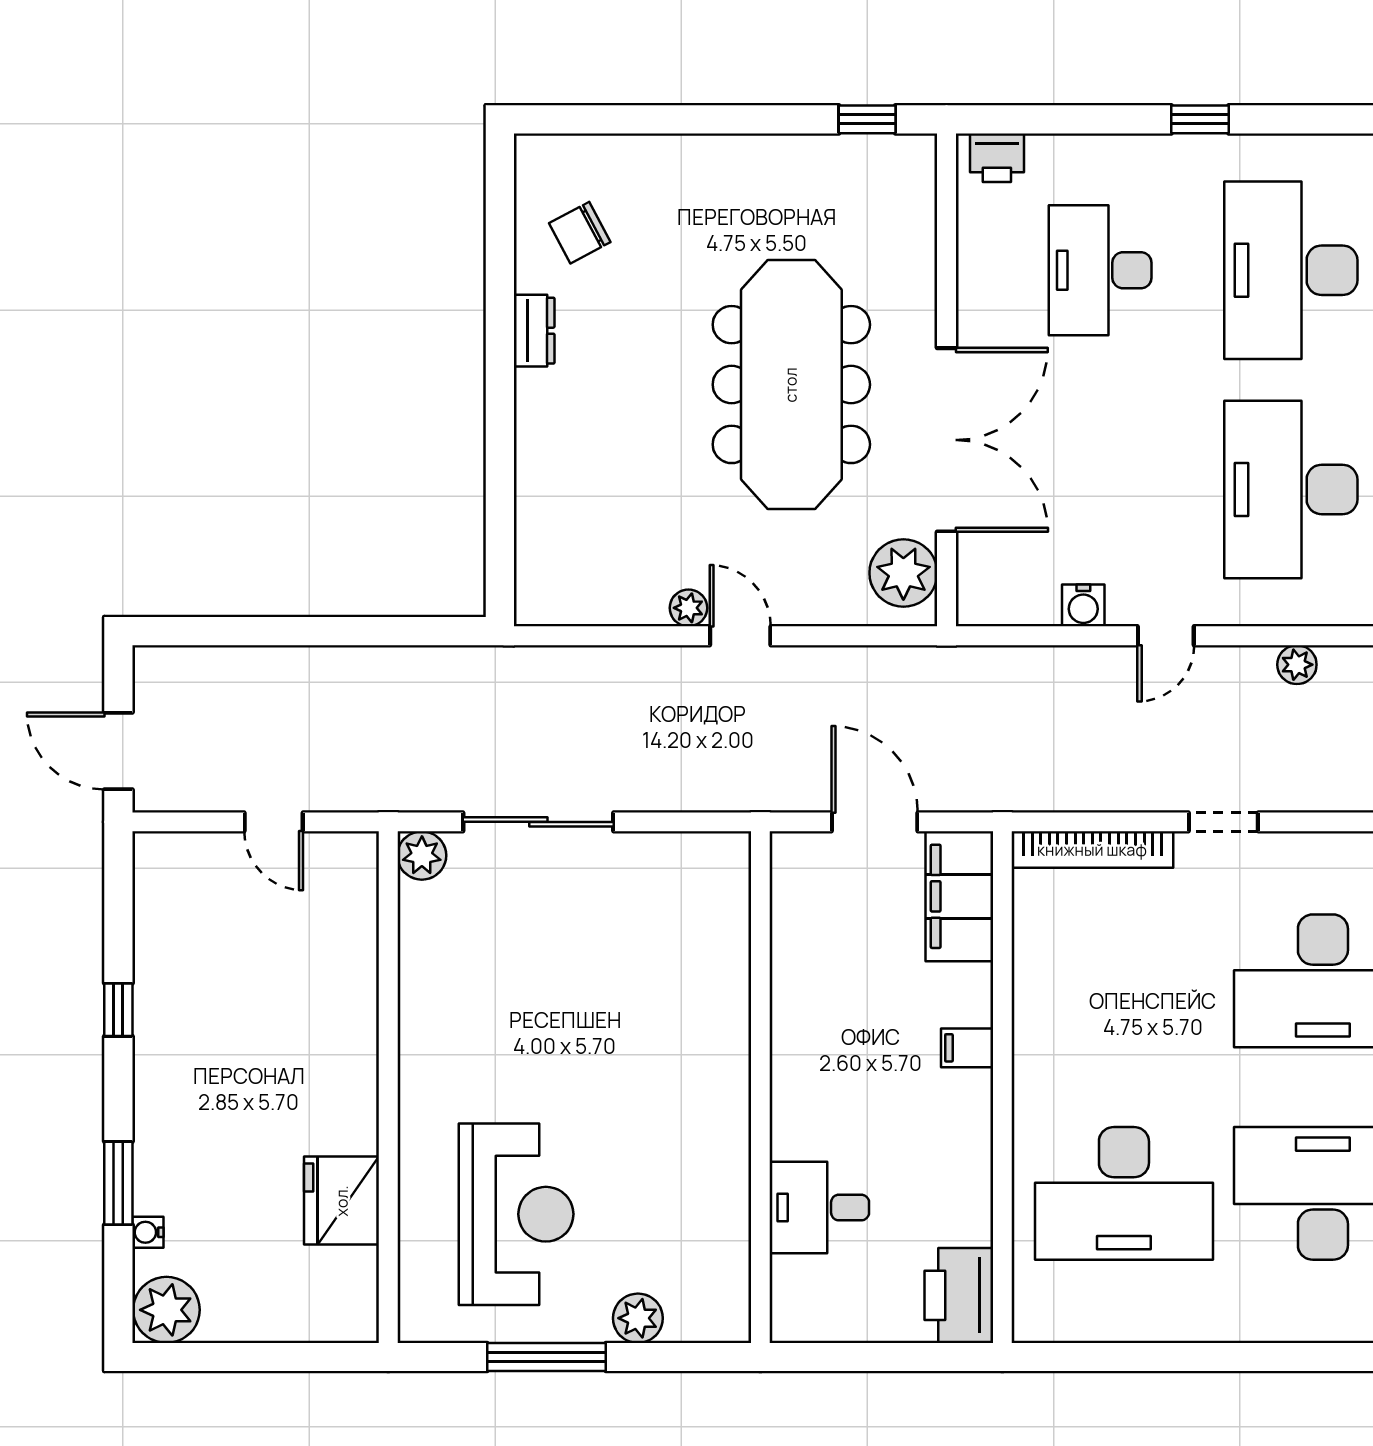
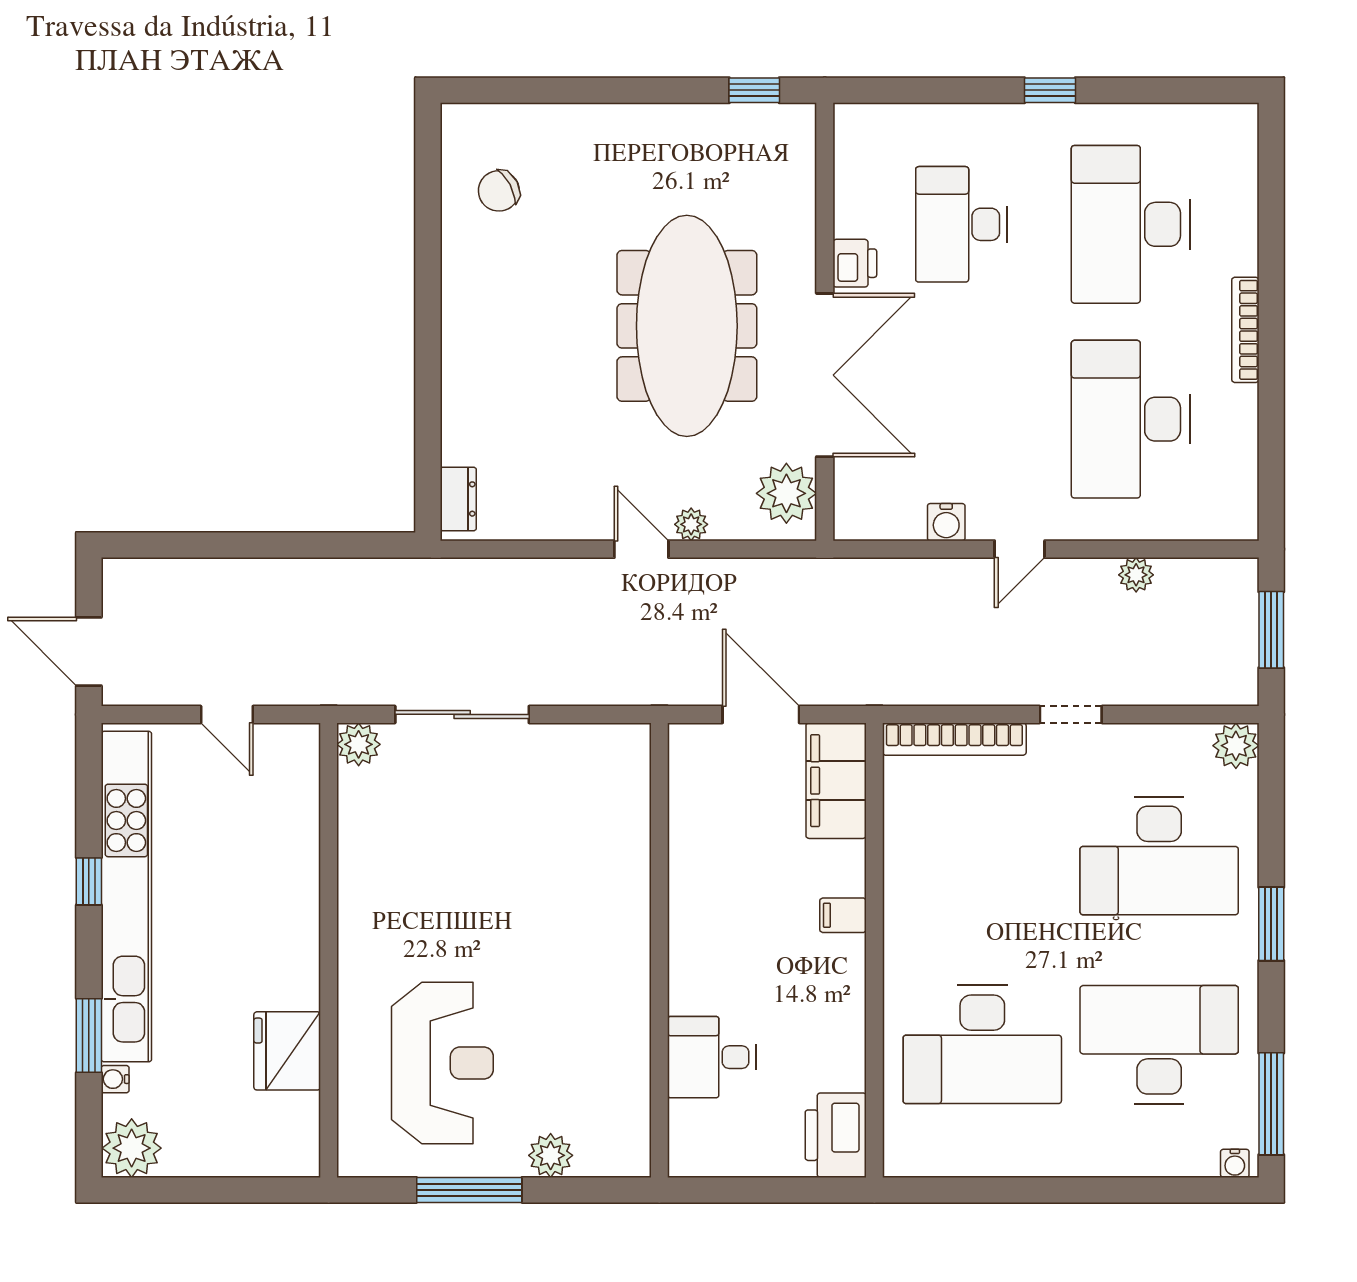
printer: (997, 158) -> (855, 263), moved, turned -90
dresser: (534, 331) -> (458, 499), moved
plant: (688, 608) -> (691, 524), moved
kitchen unit: (161, 1027) -> (126, 897), added

